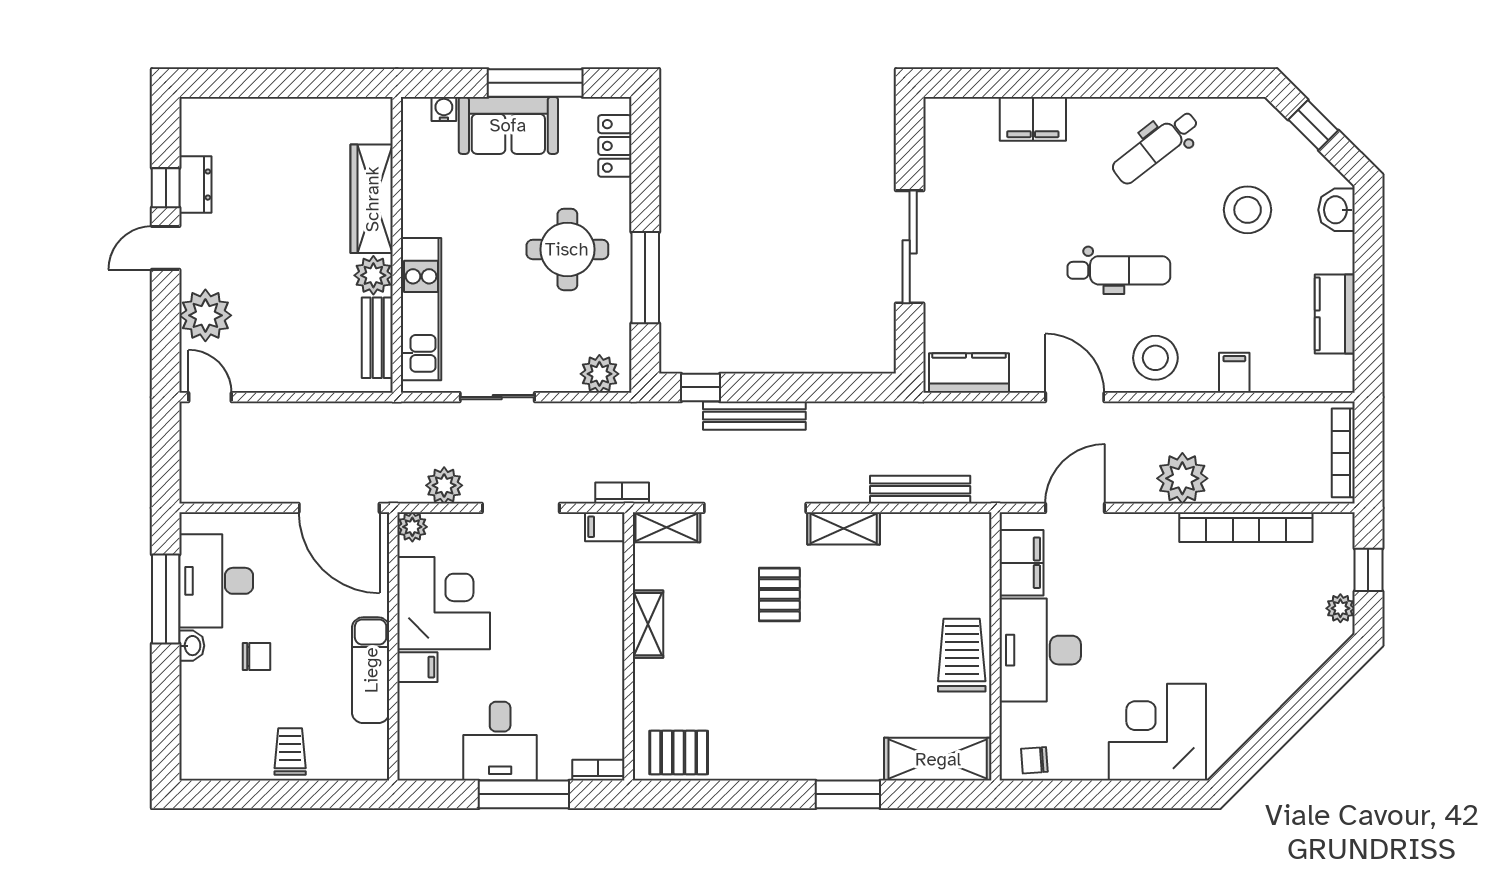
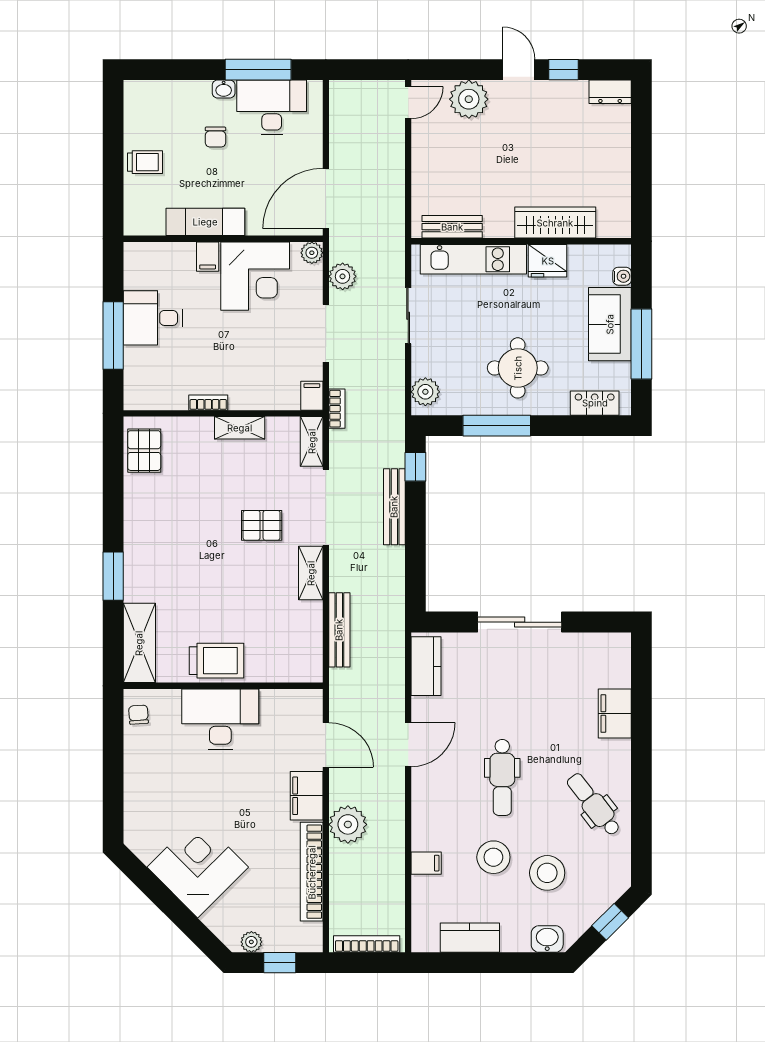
dresser: (195, 185) -> (610, 92), moved
fridge: (423, 209) -> (548, 261), added
plant: (373, 275) -> (499, 224), removed
stool: (1155, 358) -> (493, 857), moved
filing cabinet: (1022, 563) -> (307, 796), moved, turned 90
corner desk: (1157, 732) -> (198, 867), moved, turned -45
bookcase: (598, 770) -> (208, 403), moved, turned -90

